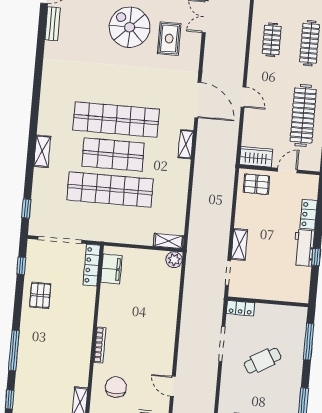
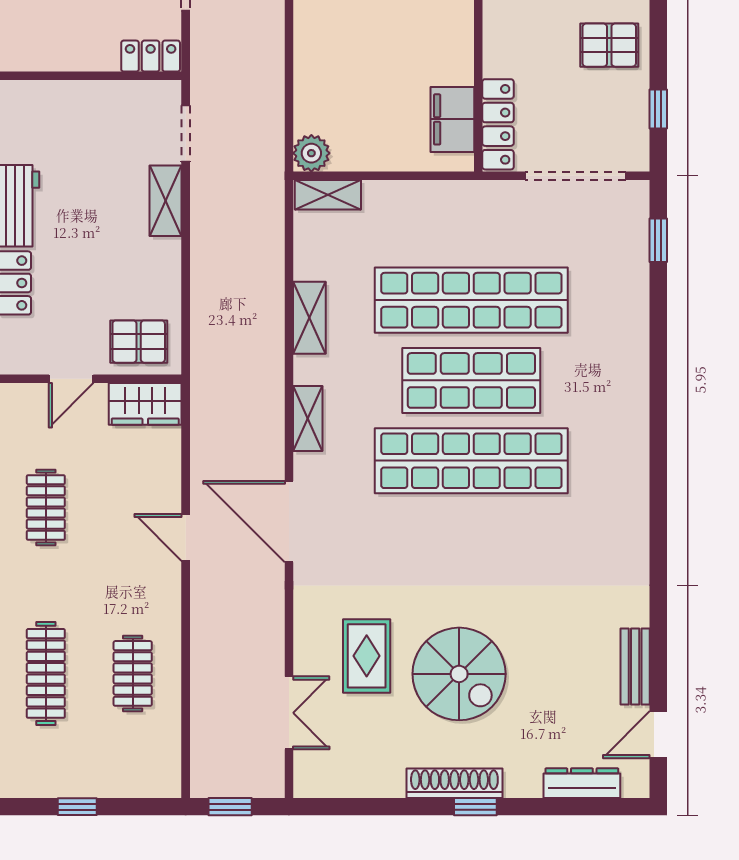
clothes rail: (303, 115) -> (46, 507), width x0.54, depth x0.76
shelving: (42, 151) -> (309, 318), moved
pallet: (40, 295) -> (609, 45), turned 90

